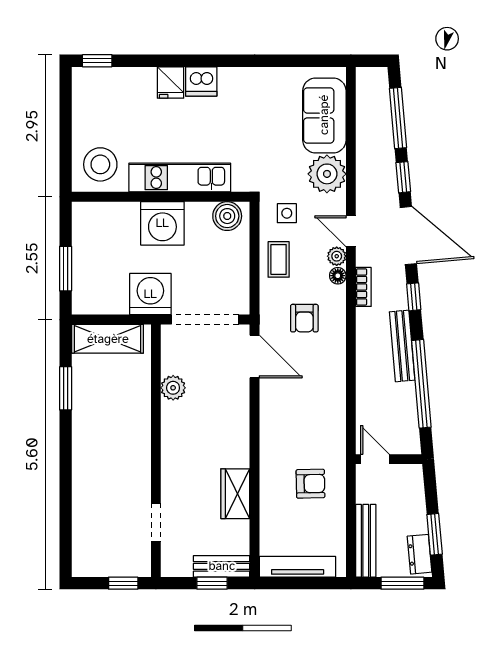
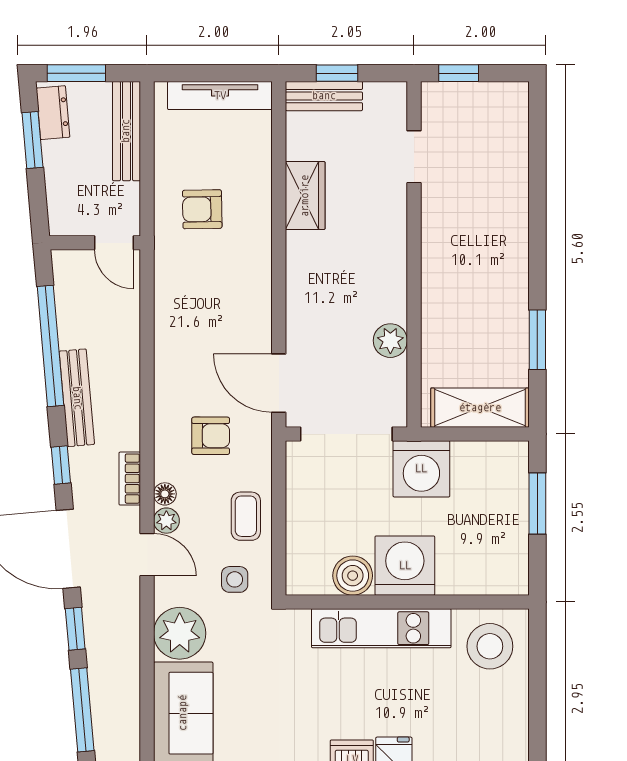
boiler: (227, 216) -> (353, 576), moved
armchair: (304, 318) -> (211, 436), turned 90

